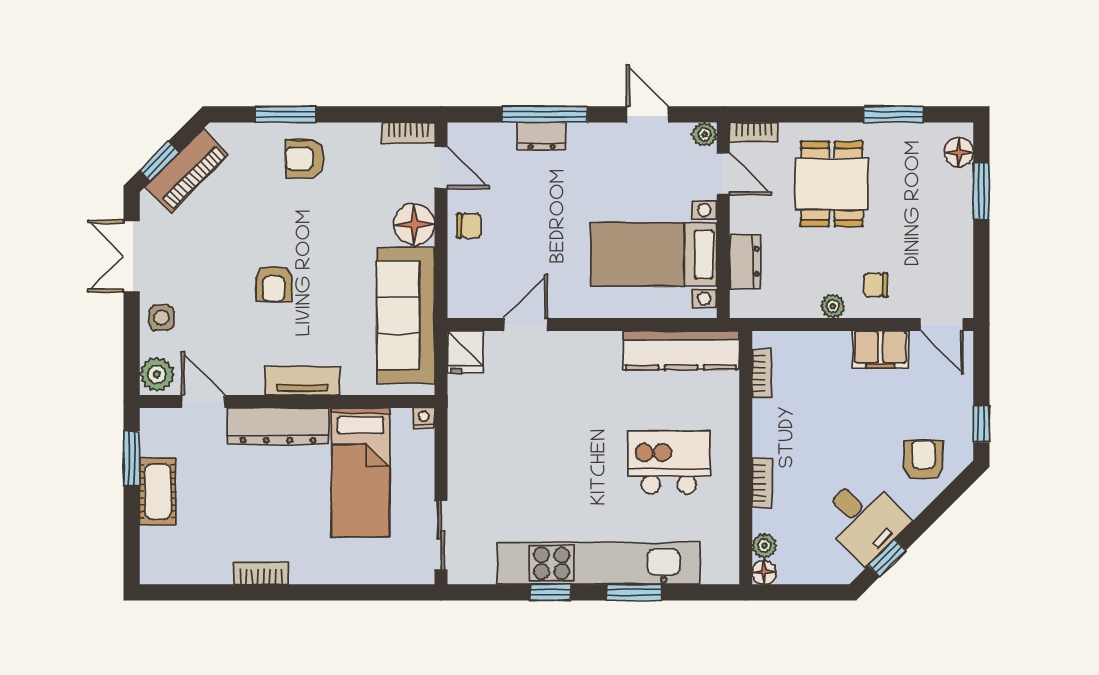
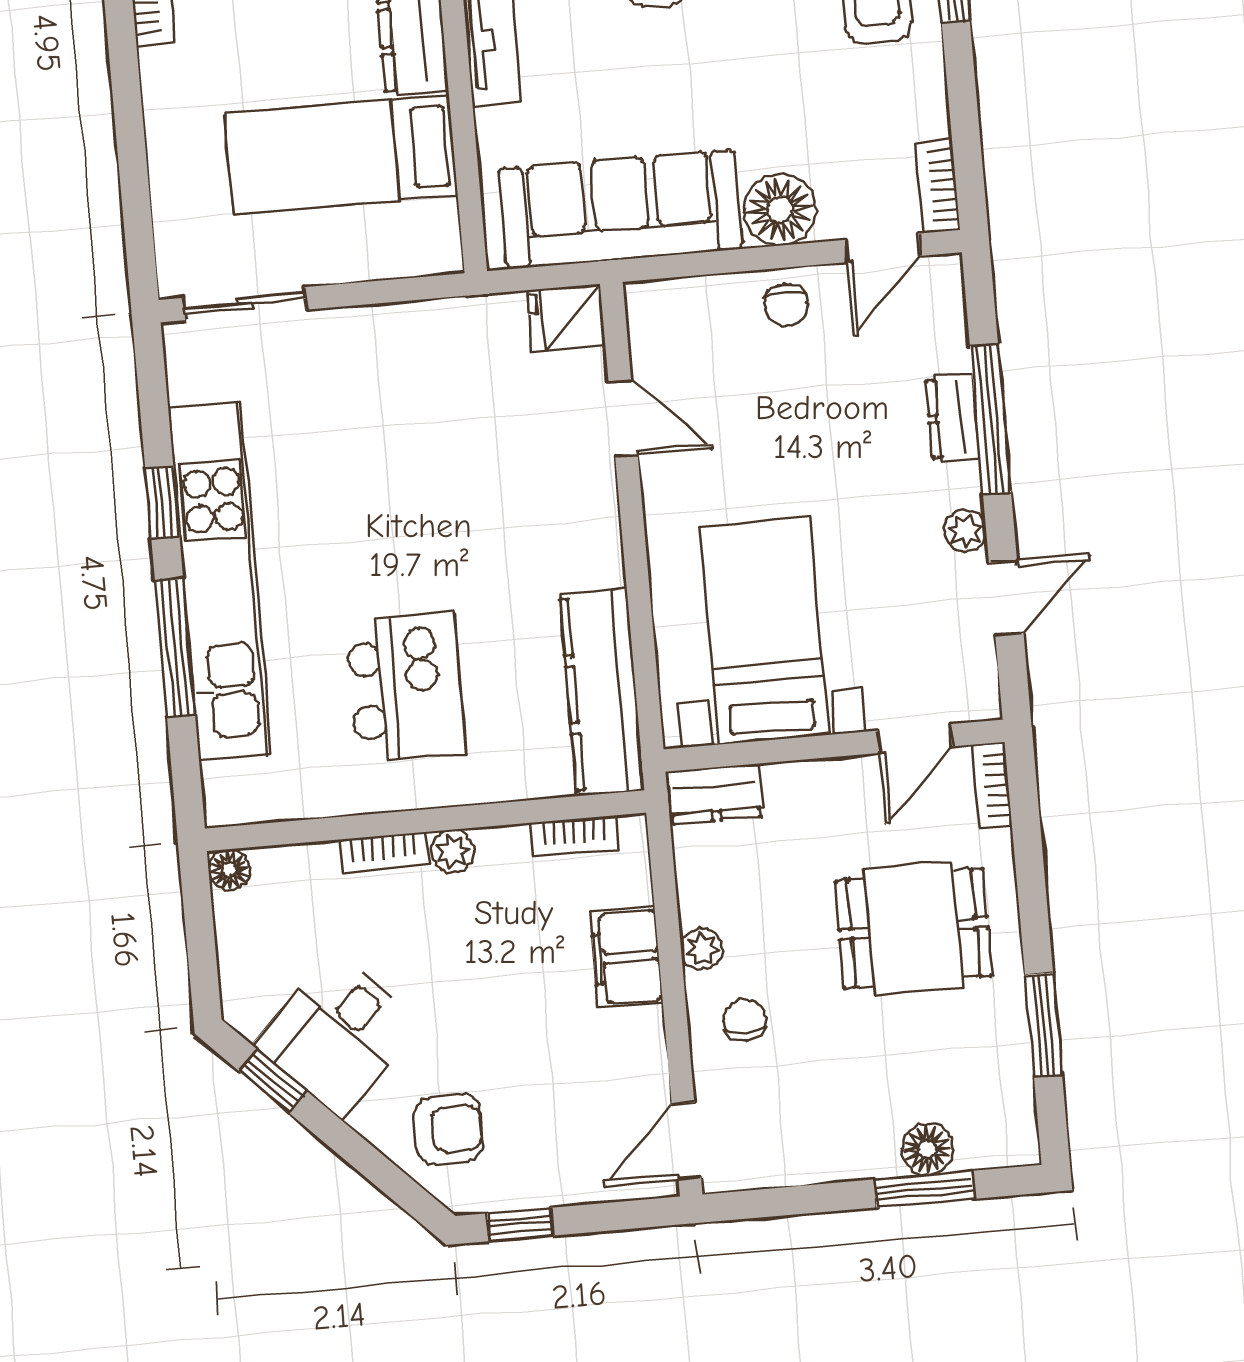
plant: (705, 134) -> (965, 531), moved
floor lamp: (959, 152) -> (927, 1149), moved
dresser: (745, 261) -> (715, 794), moved
filing cabinet: (880, 350) -> (626, 957), moved
nightstand: (424, 418) -> (445, 256), removed
plant: (764, 546) -> (452, 851), moved
window: (634, 592) -> (175, 648), width x1.44

